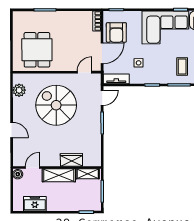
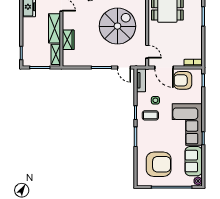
coffee table: (182, 66) -> (150, 115), moved

